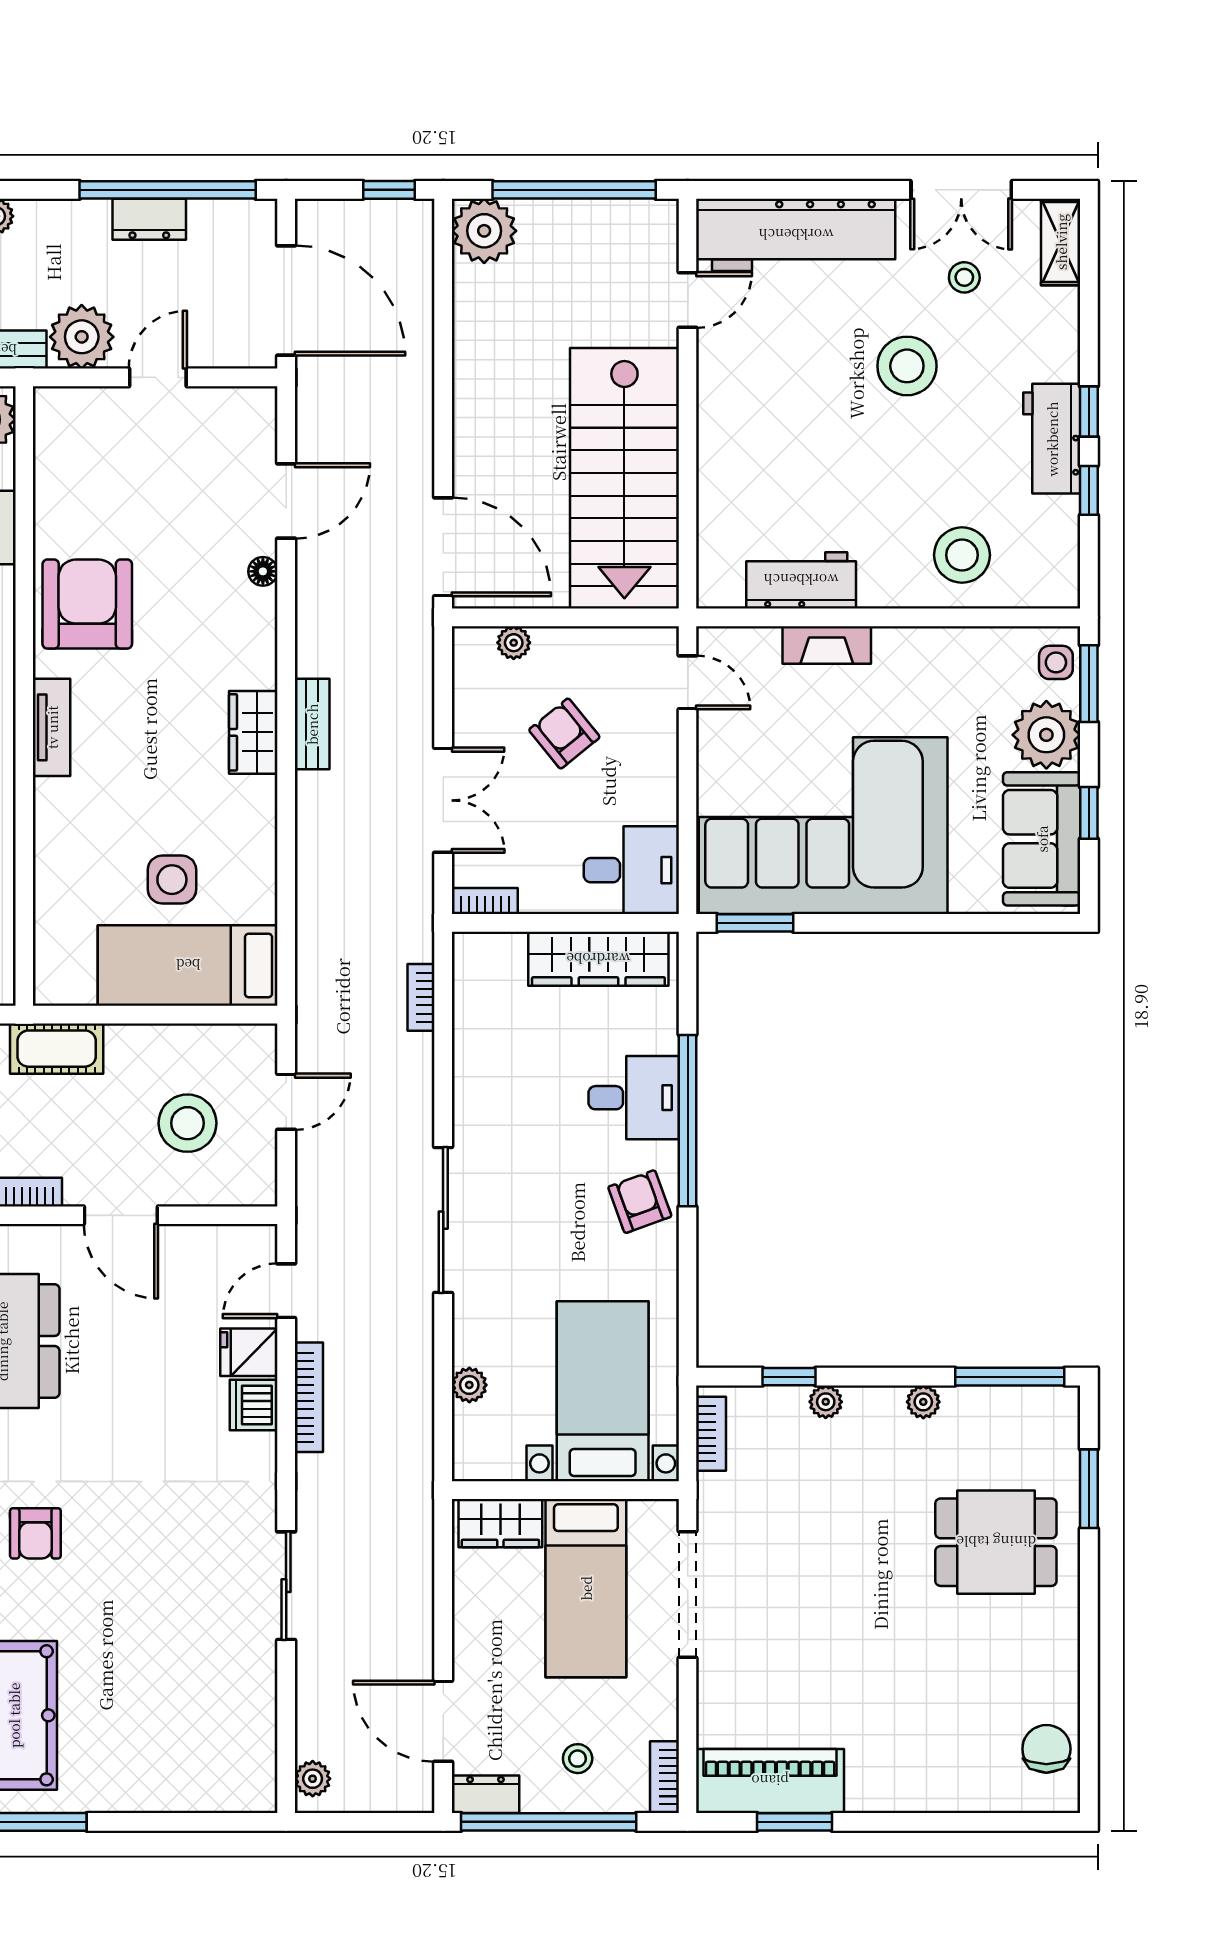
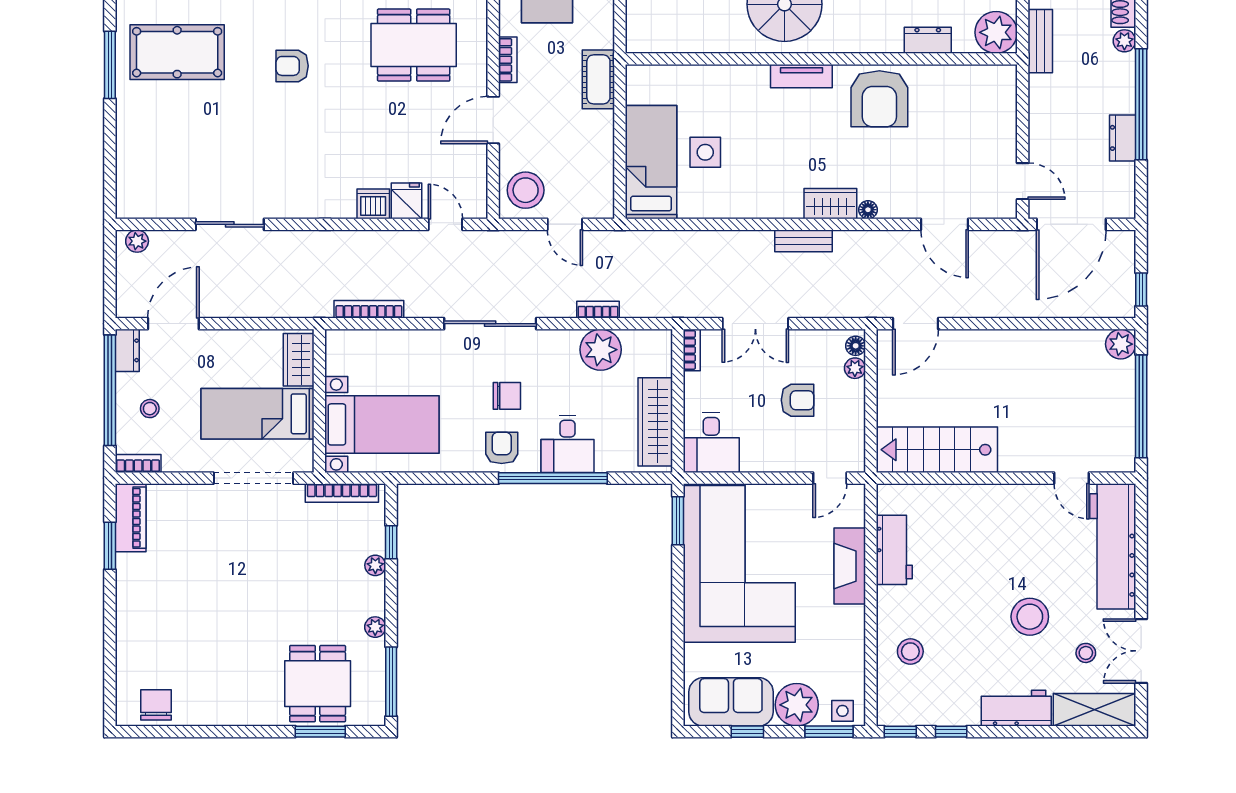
window: (168, 190) -> (1141, 104), moved
plant: (484, 231) -> (1121, 344), width x0.73, depth x0.73
shelving: (1061, 242) -> (1094, 710), width x1.50, depth x1.33
plant: (82, 337) -> (1048, 95), removed
door: (158, 377) -> (1023, 181), moved
window: (1089, 411) -> (900, 732), moved
workbench: (1052, 439) -> (1016, 708), moved
stairs: (624, 478) -> (937, 450), width x0.73, depth x0.66
door: (443, 547) -> (916, 324), width x0.73
stool: (962, 555) -> (910, 651), width x0.73, depth x0.73
floor lamp: (263, 571) -> (868, 210), moved
armchair: (87, 604) -> (879, 99), turned 90
floor lamp: (478, 642) -> (856, 346), added
fireplace: (827, 645) -> (850, 566), width x1.37, depth x1.32
wardrobe: (253, 732) -> (830, 204), moved
armchair: (564, 734) -> (798, 400), turned 39
bookcase: (421, 997) -> (598, 310), moved
stool: (187, 1123) -> (526, 190), moved
chair: (557, 1193) -> (507, 396), added
armchair: (640, 1202) -> (502, 448), turned -70
plant: (469, 1385) -> (601, 350), moved, width x1.88, depth x1.88
bookcase: (309, 1397) -> (369, 309), moved, turned 180
bookcase: (711, 1434) -> (342, 493), width x1.56
dining table: (996, 1542) -> (318, 684), moved
sliding door: (286, 1586) -> (230, 224), moved
chair: (1046, 1749) -> (156, 705), turned -90
piano: (770, 1781) -> (131, 518), width x0.73, depth x0.75

